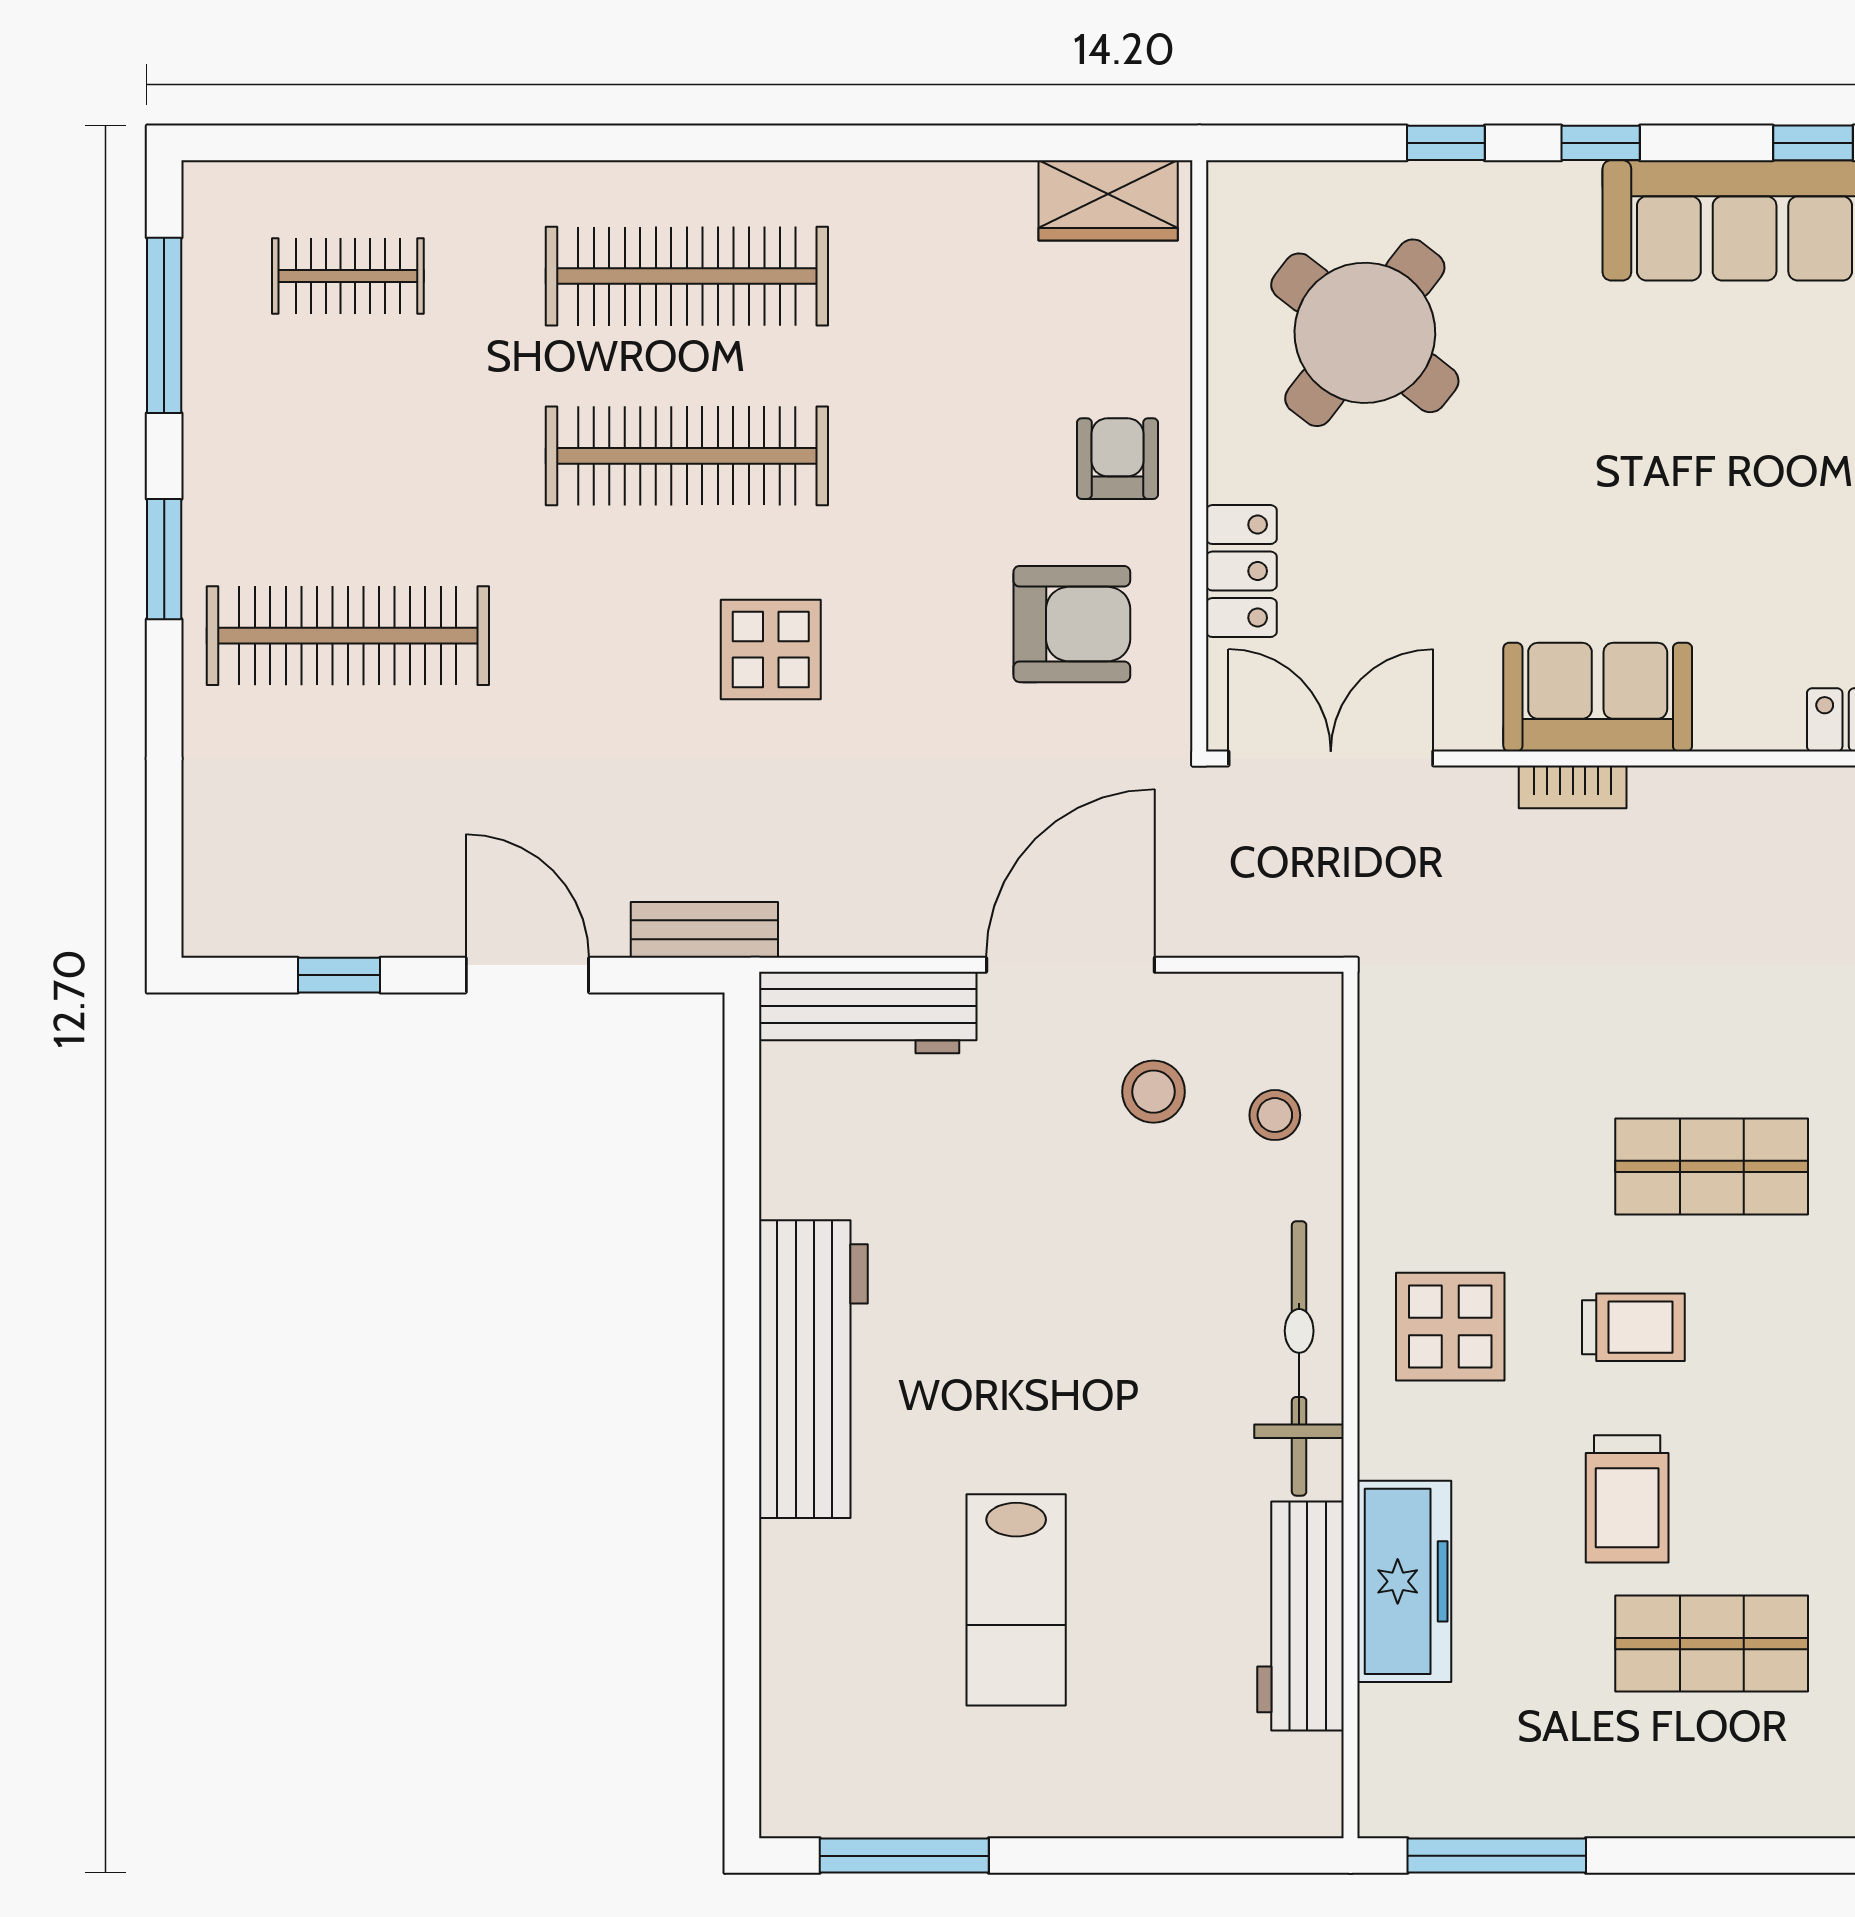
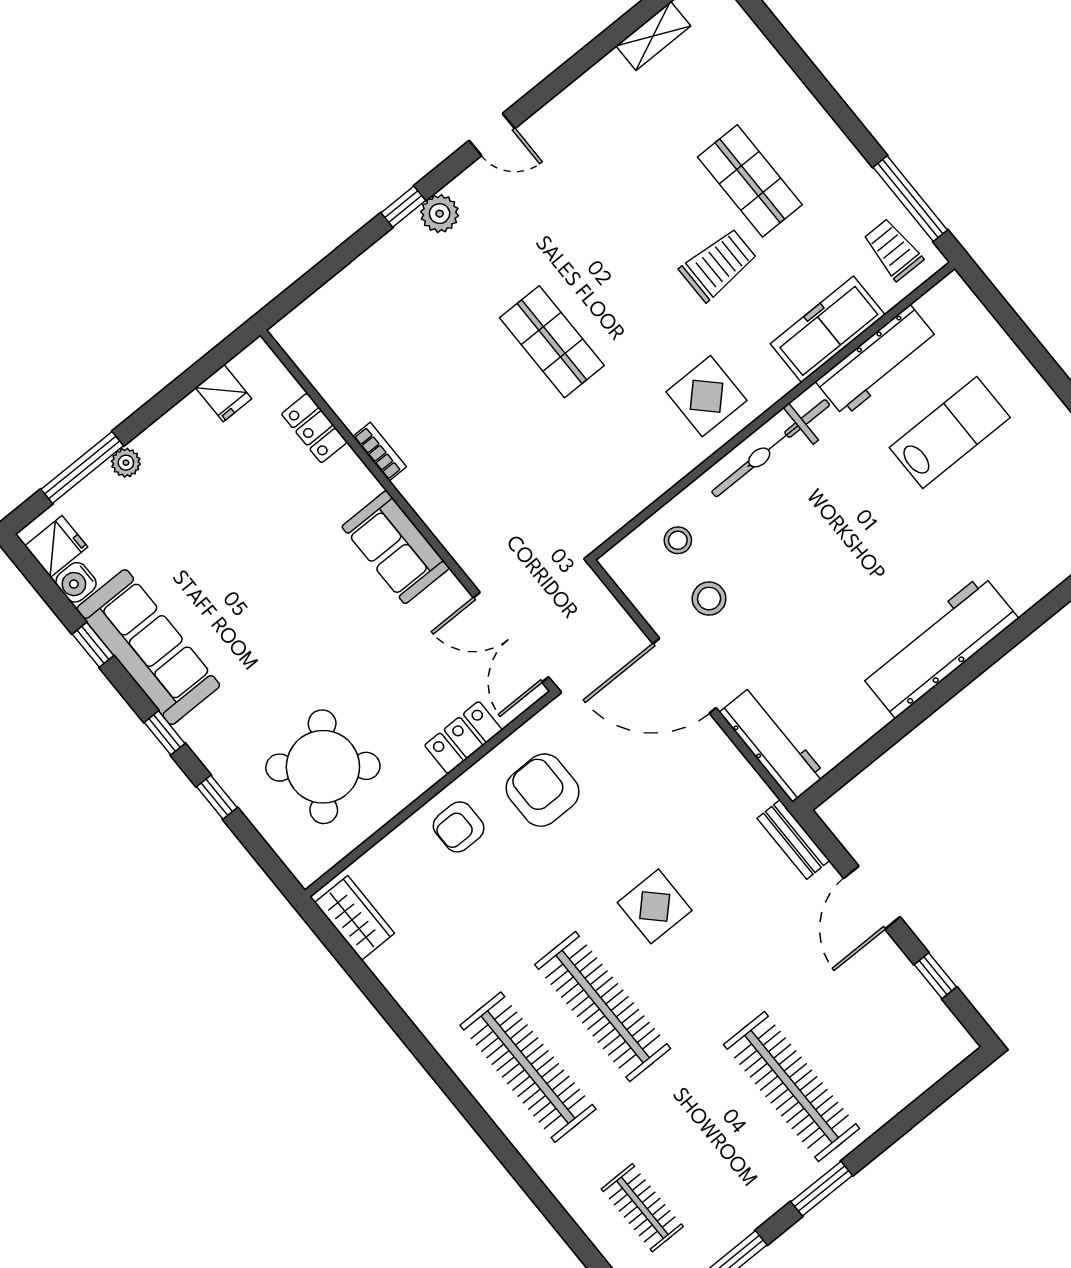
bookcase: (1573, 787) -> (380, 452), moved
trolley: (1633, 1327) -> (893, 249), moved
lab bench: (1016, 1600) -> (950, 432), moved

